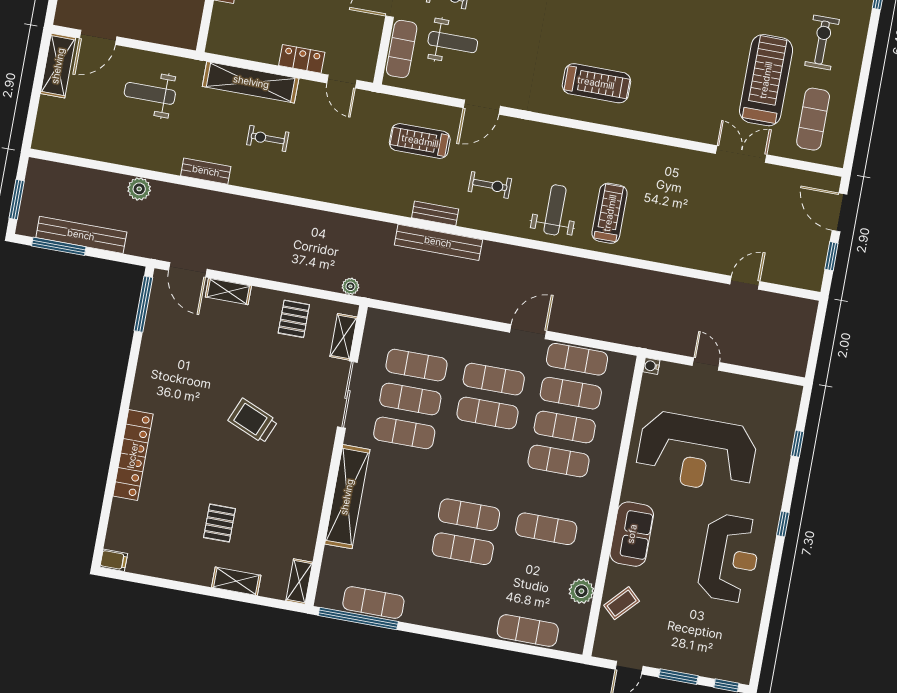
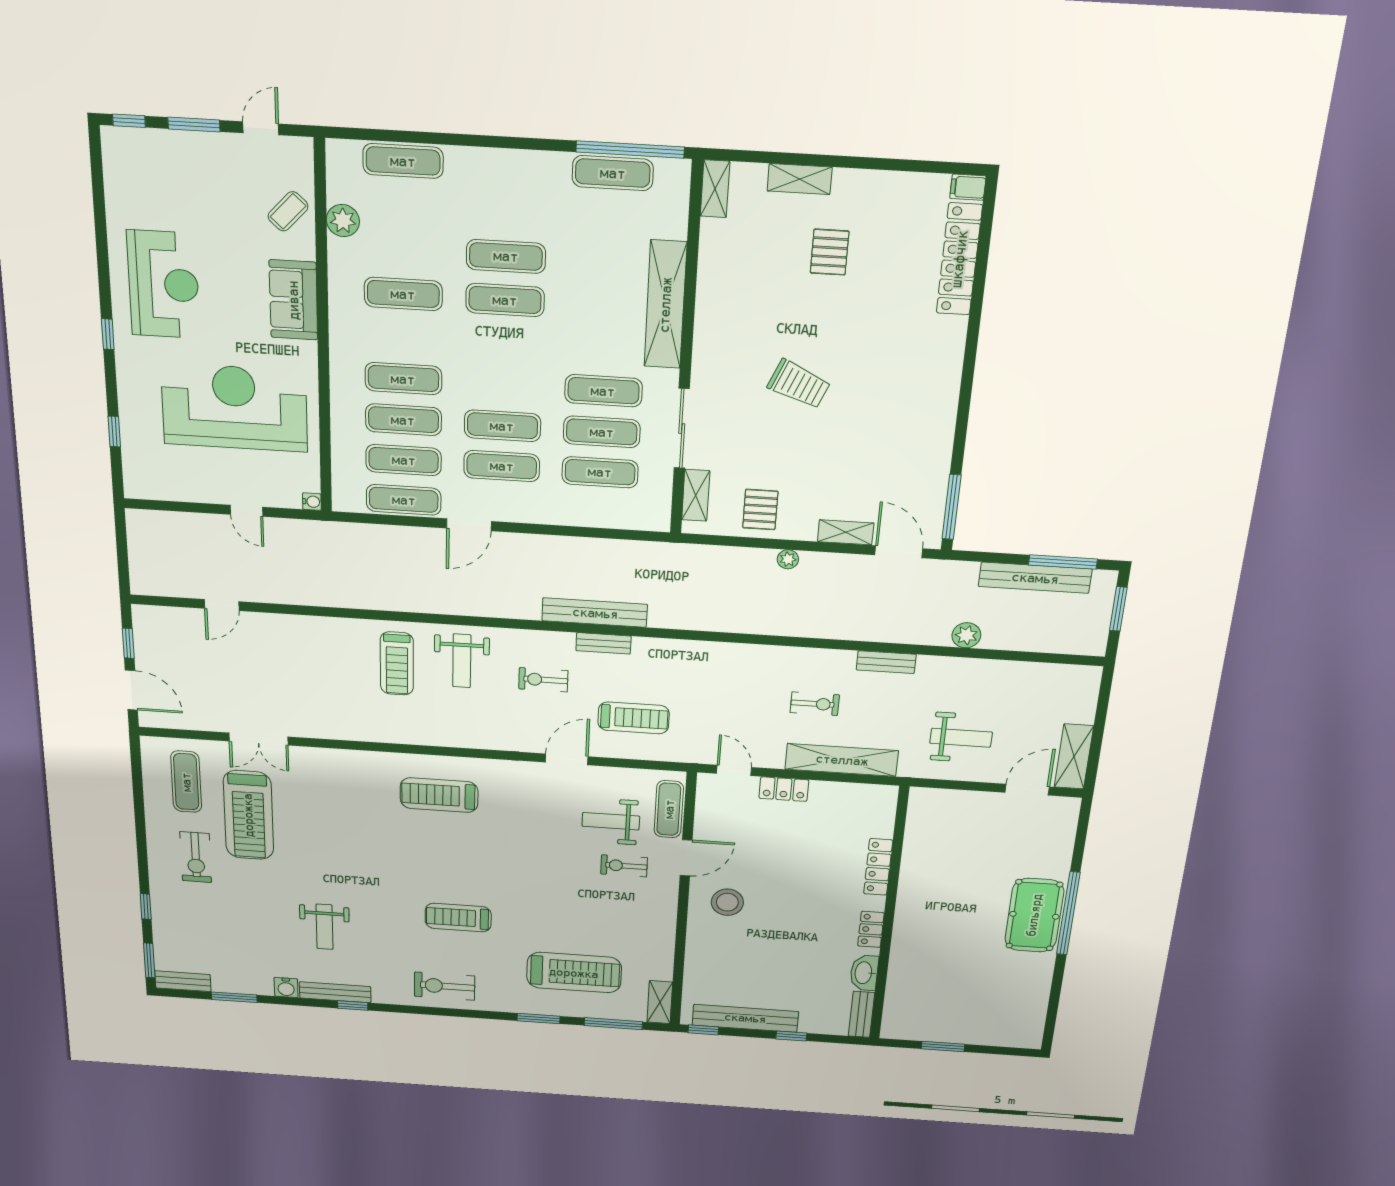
plant: (350, 286) -> (788, 559), moved
locker: (133, 455) -> (959, 259), moved
reception desk: (730, 558) -> (164, 284), turned 180

